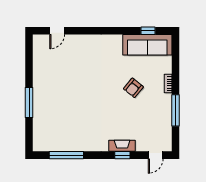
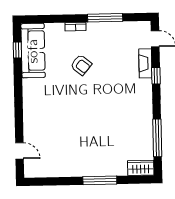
wardrobe: (40, 140) -> (141, 168), added
fireplace: (122, 146) -> (145, 63), moved

